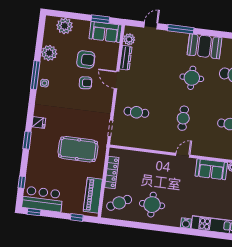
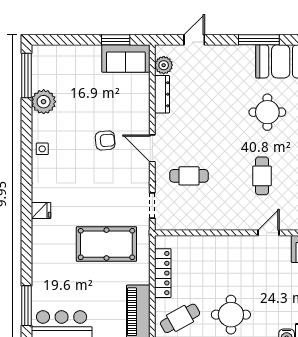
plant: (65, 26) -> (62, 57), removed
window: (181, 29) -> (259, 40), moved
armchair: (86, 60) -> (101, 105), removed
window: (35, 75) -> (26, 75), moved
door: (117, 80) -> (152, 148), moved
window: (27, 140) -> (26, 240), removed
window: (22, 182) -> (26, 306), width x2.17

